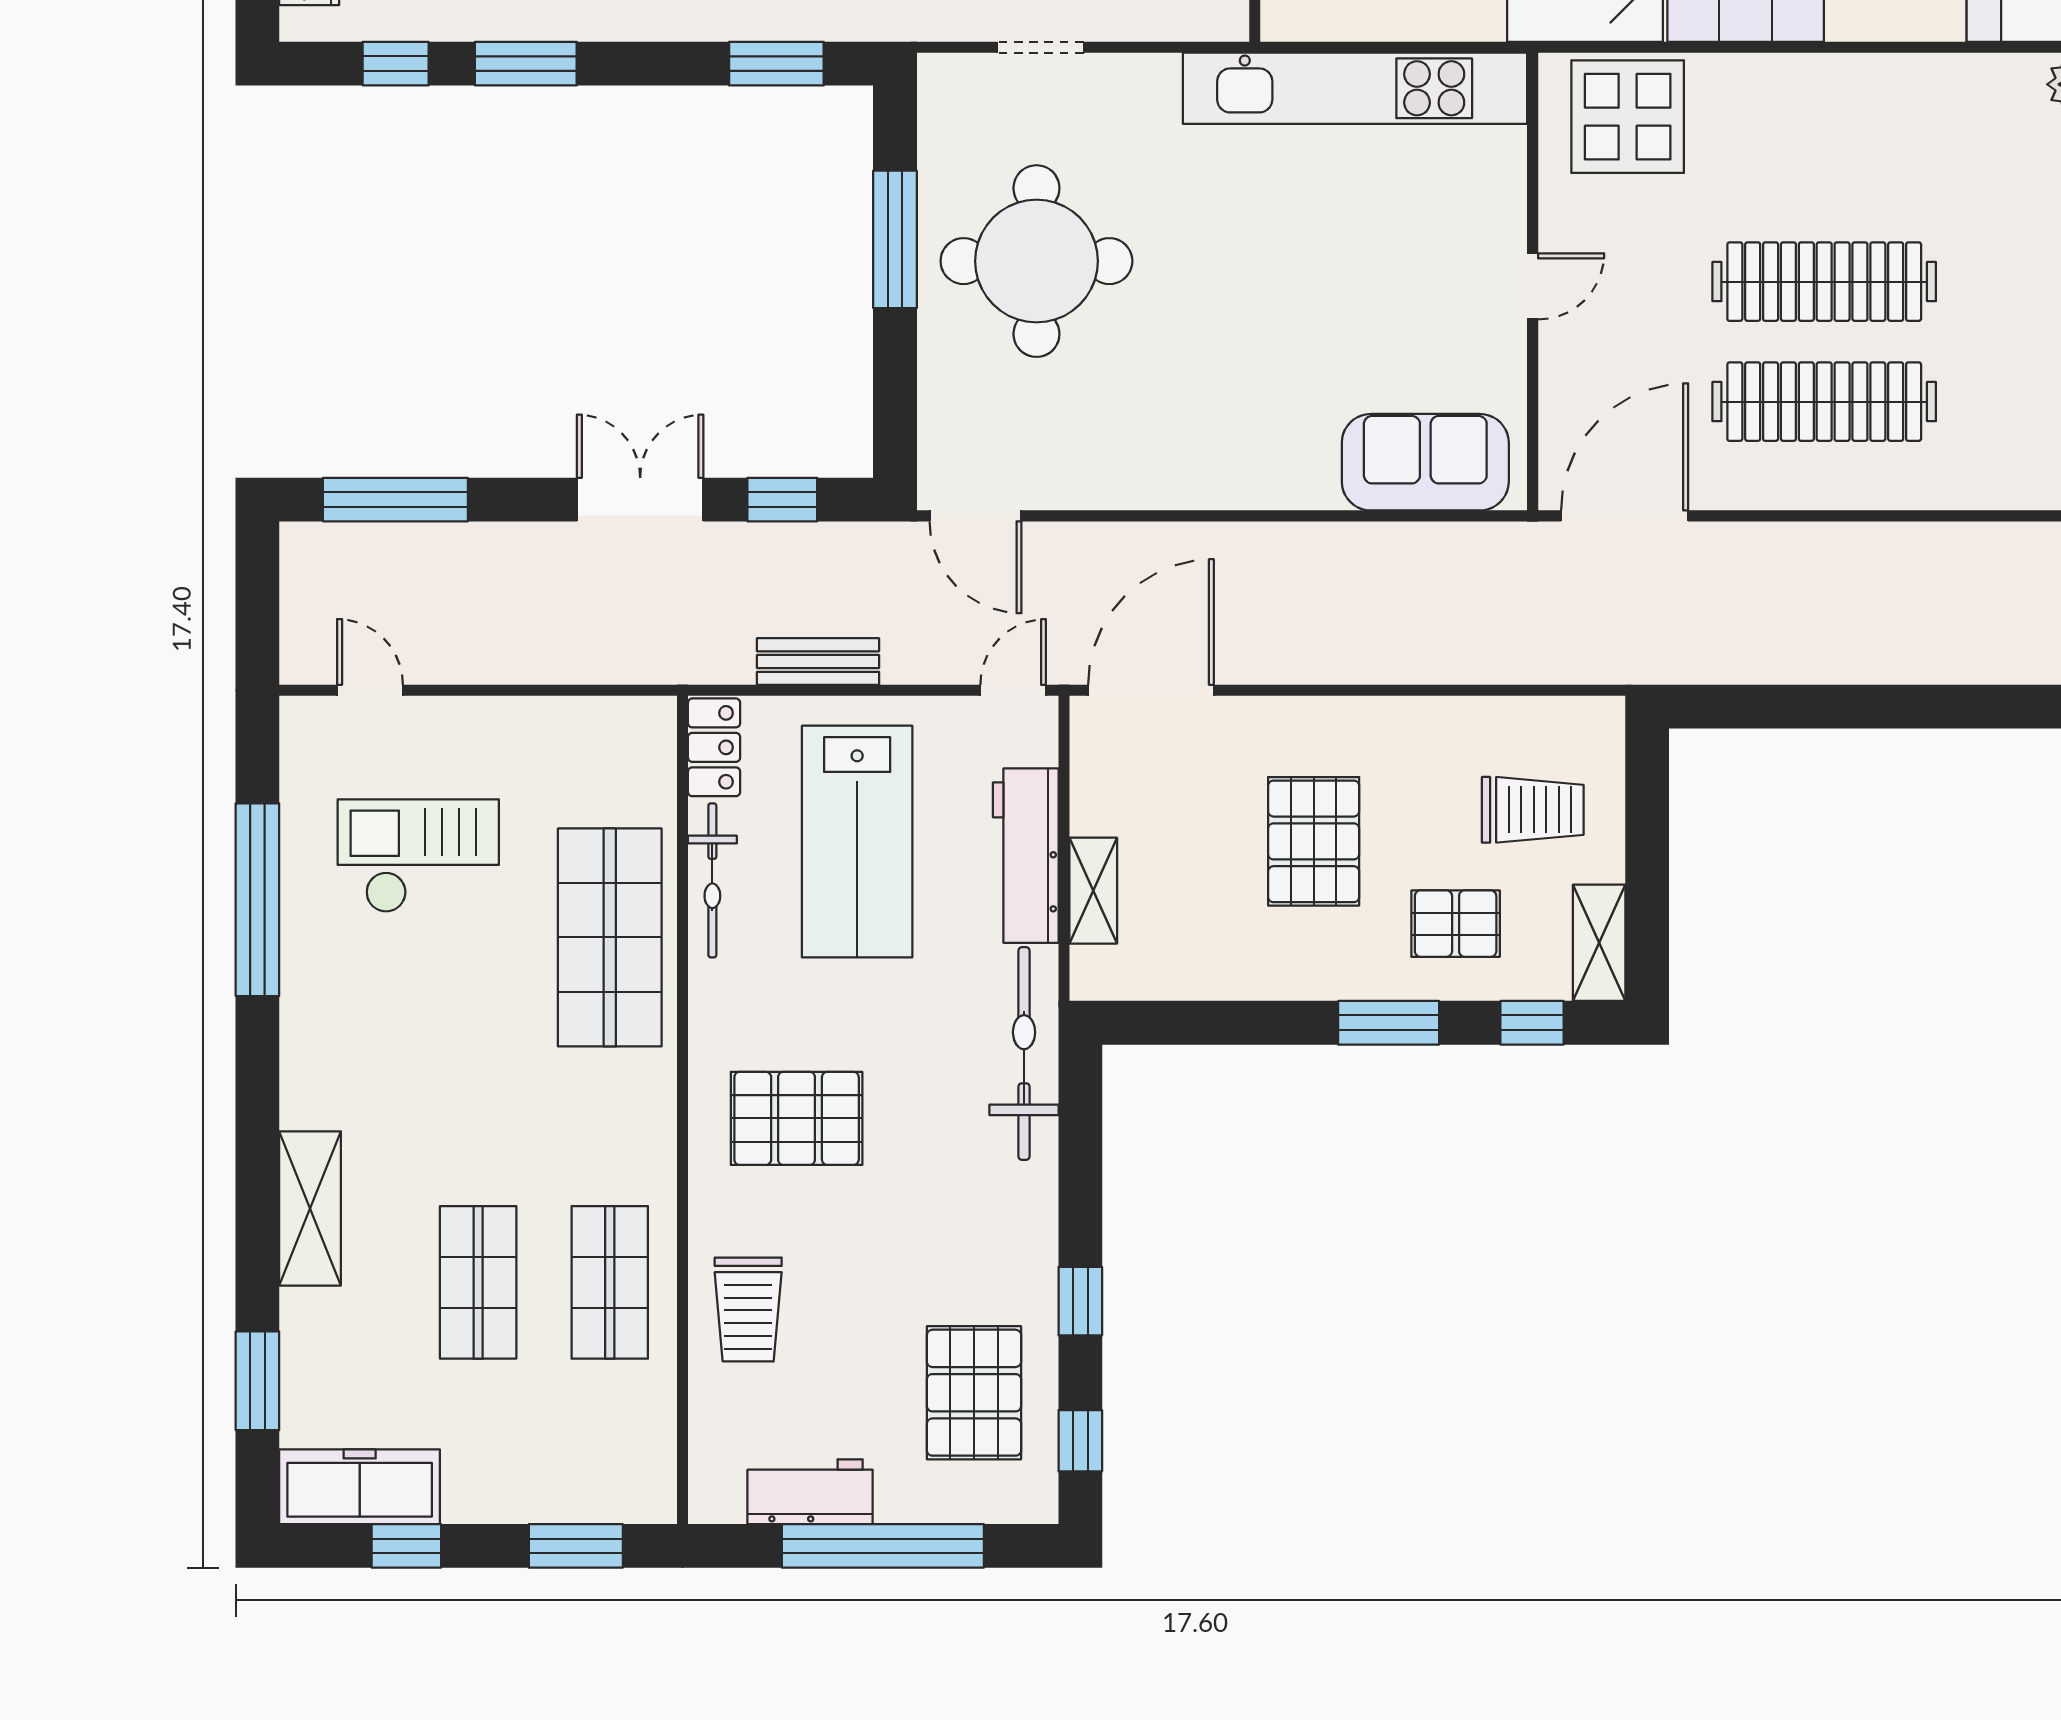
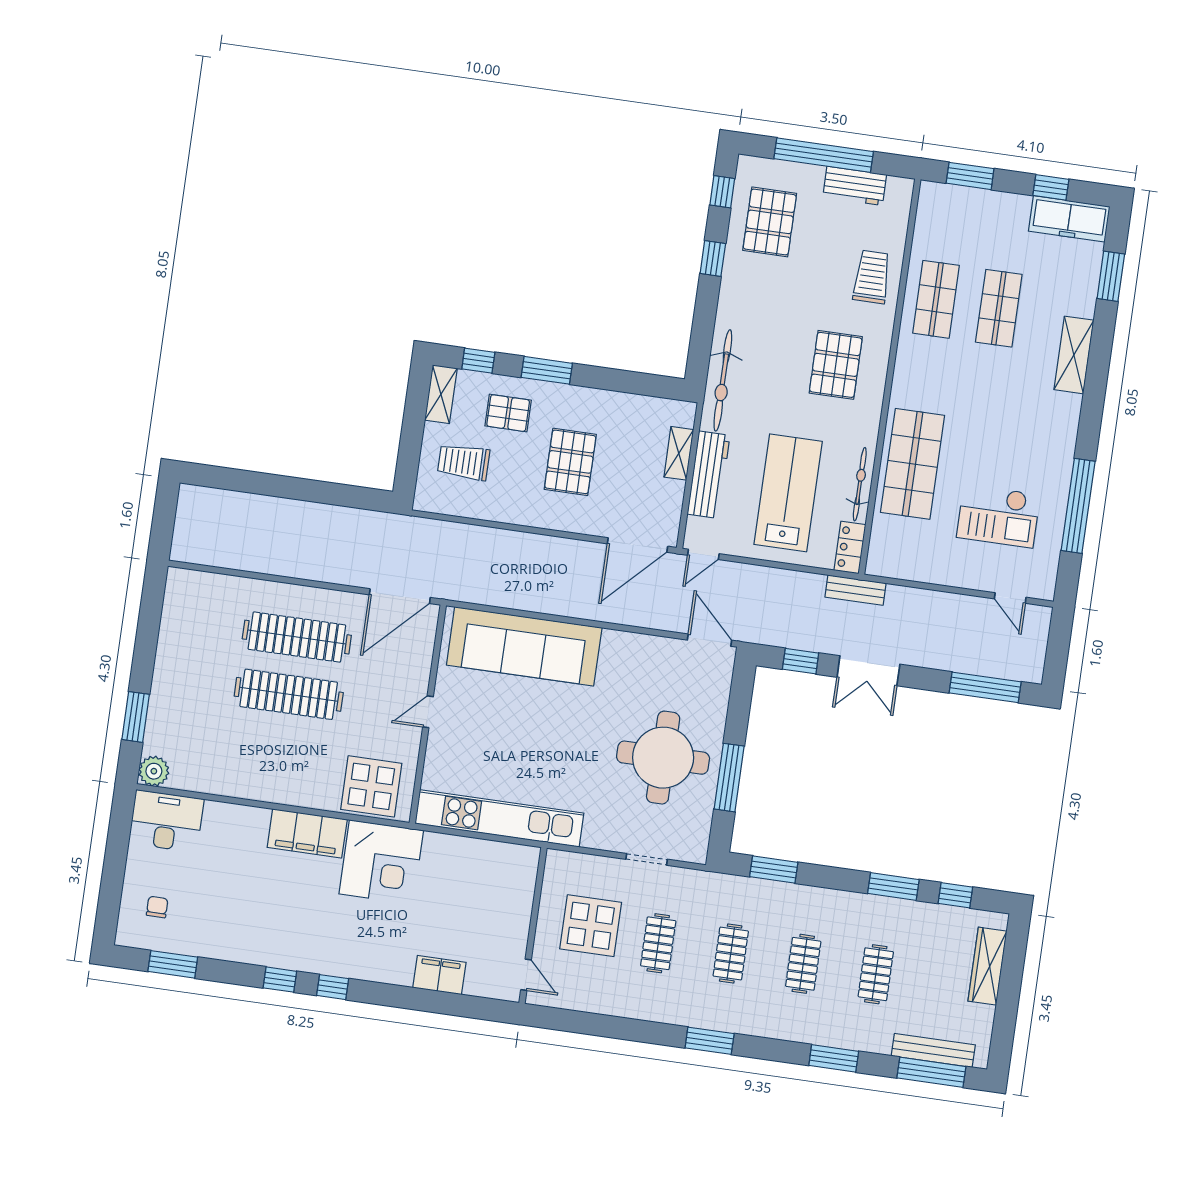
sofa: (1425, 462) -> (524, 646), width x1.85, depth x1.27
bench: (818, 662) -> (856, 590), moved
pallet: (797, 1118) -> (836, 365), turned 90

